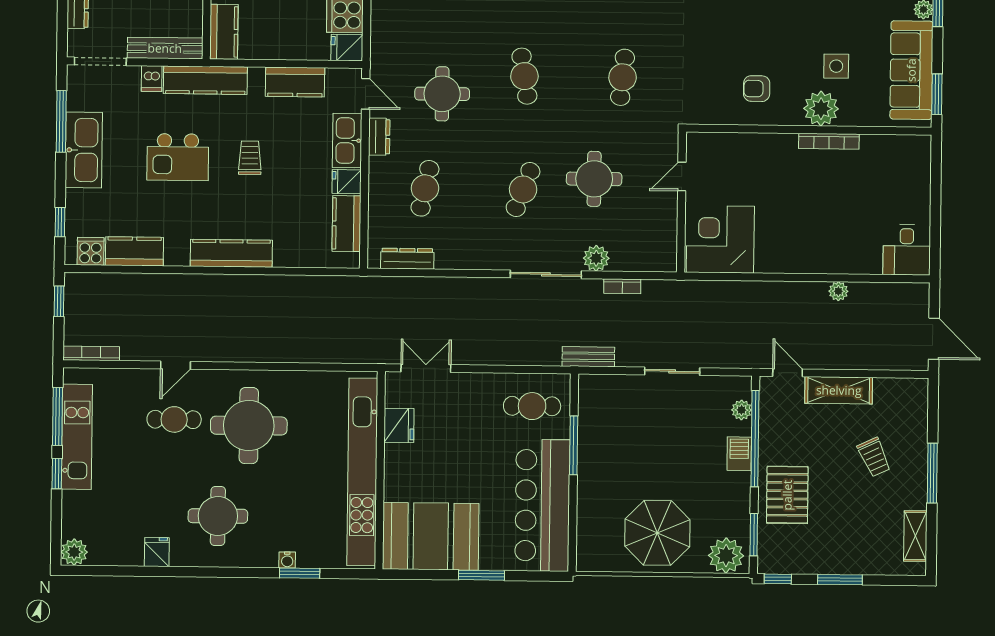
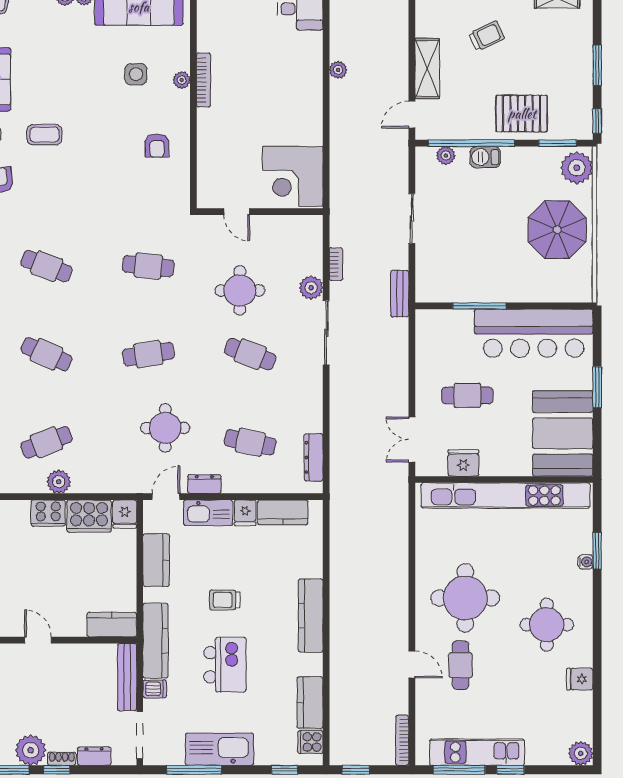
plant: (821, 109) -> (182, 80), width x0.53, depth x0.53
cafe table: (532, 406) -> (467, 395), moved, turned 90

